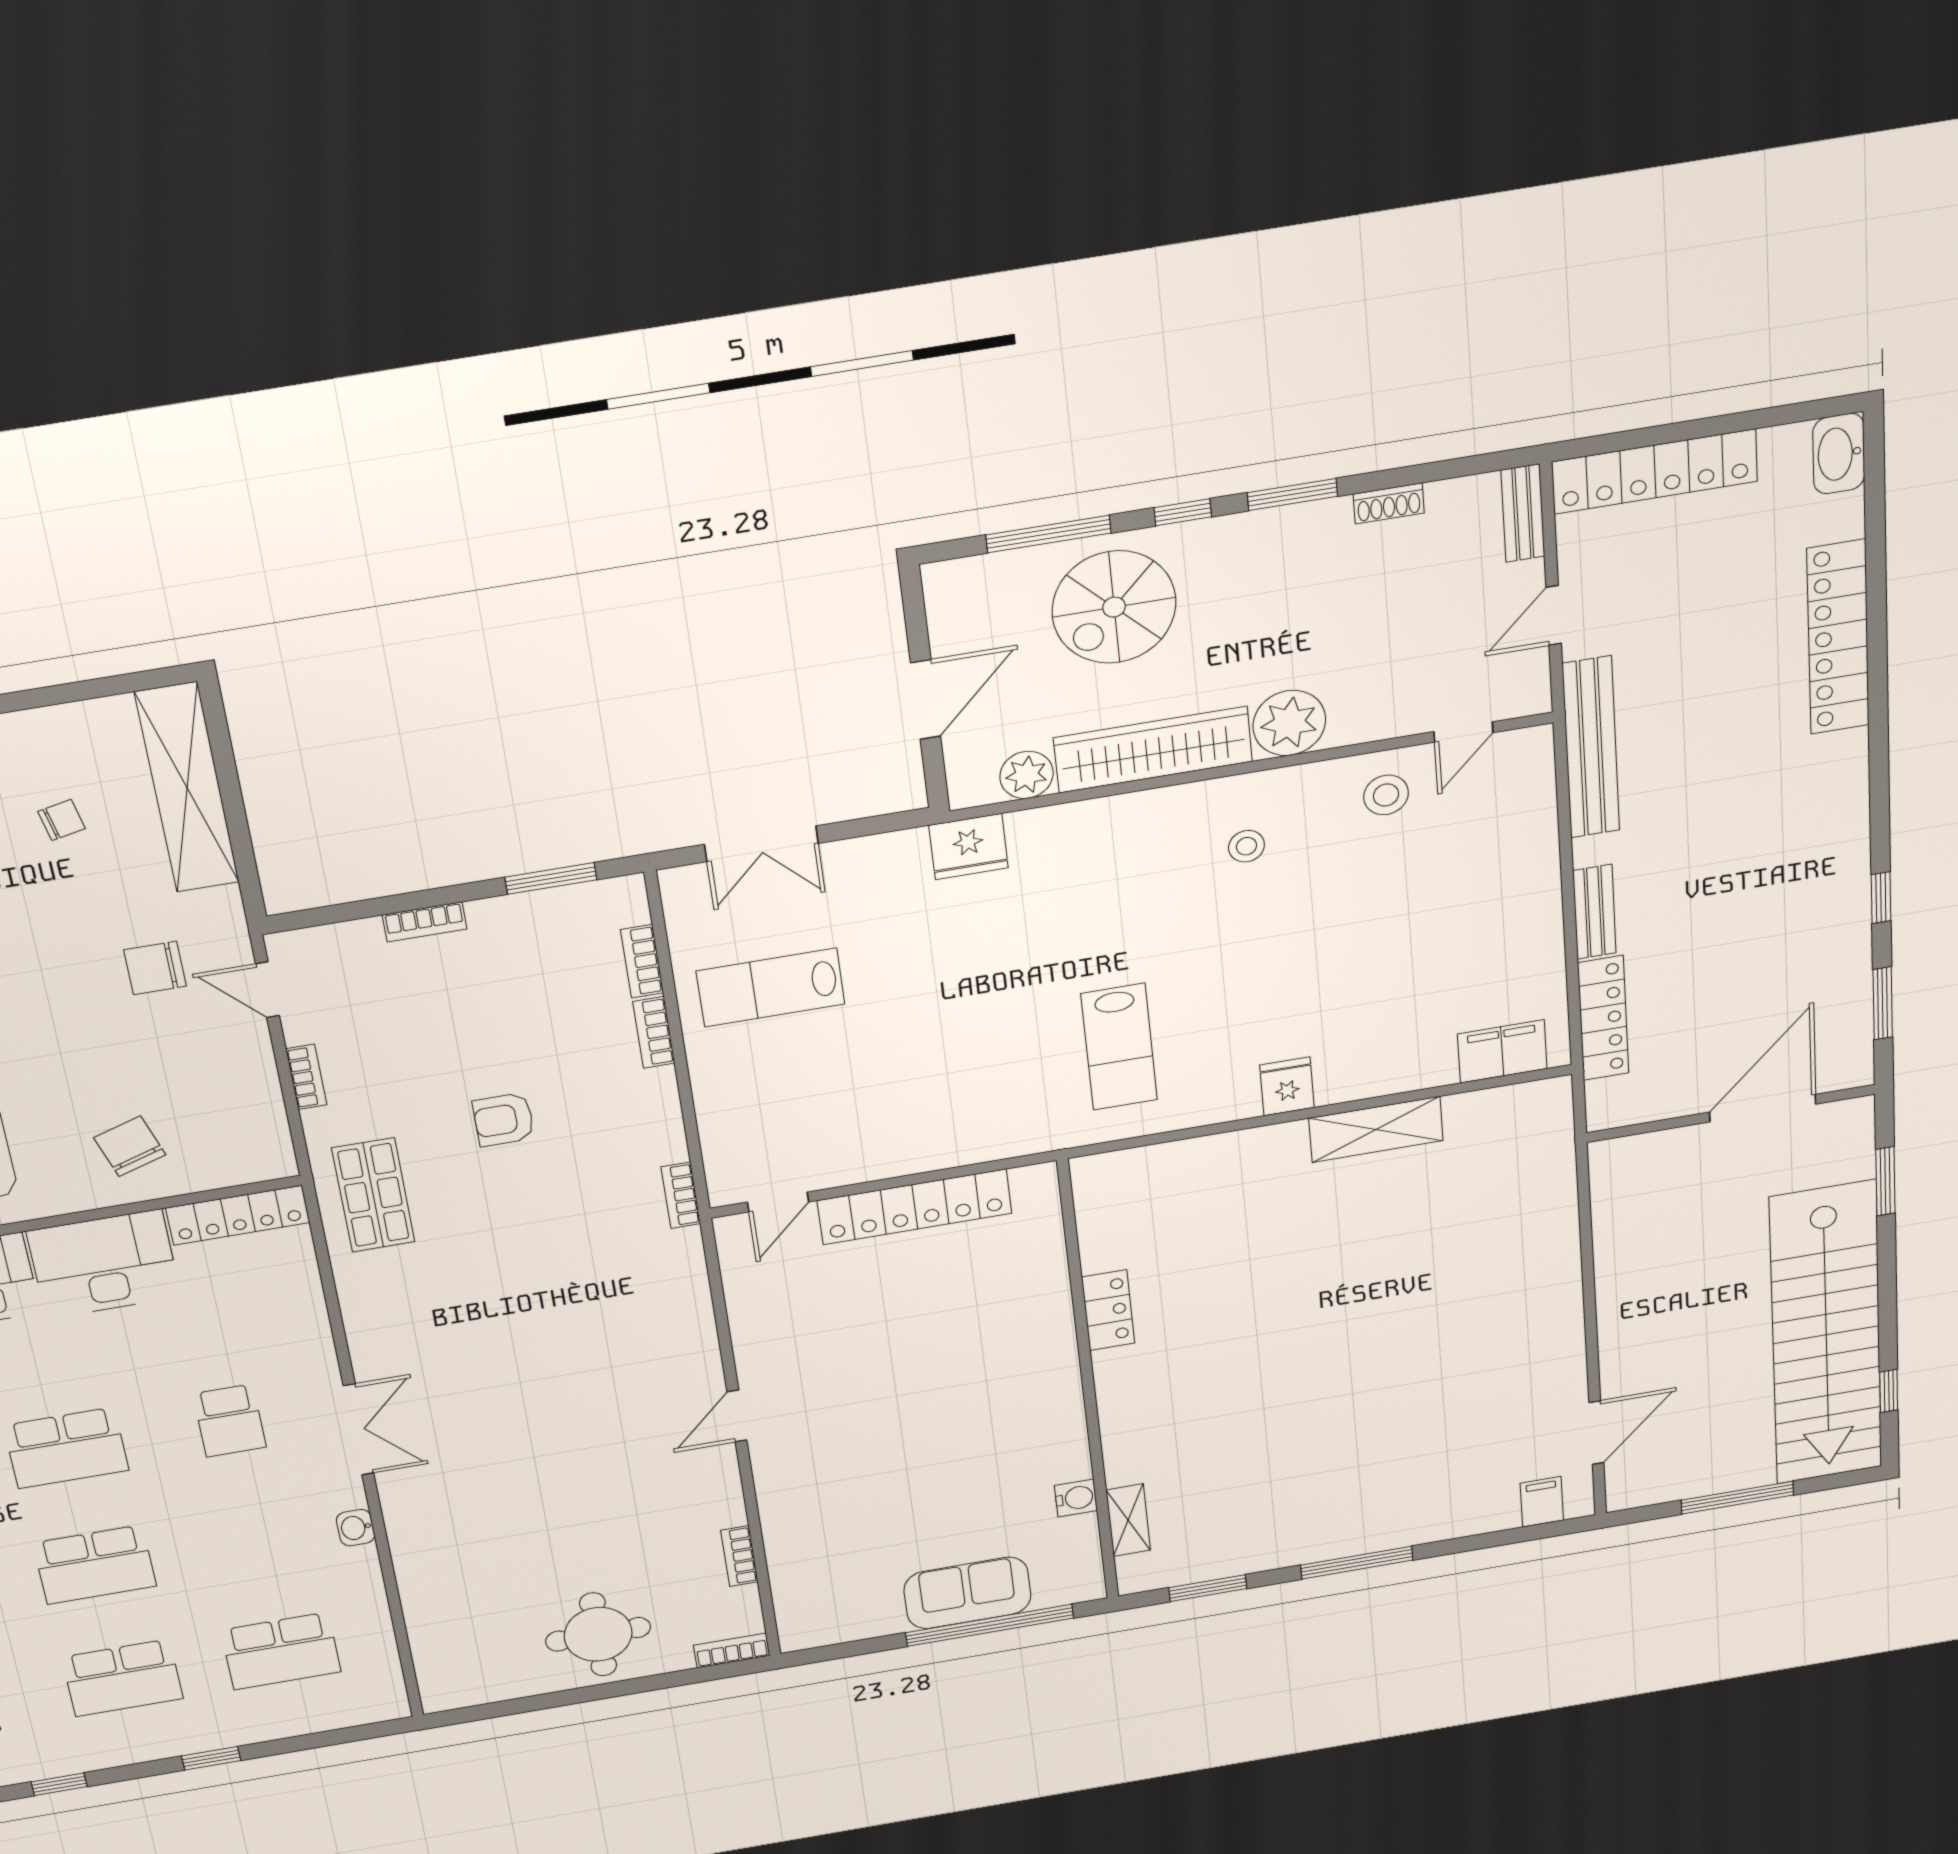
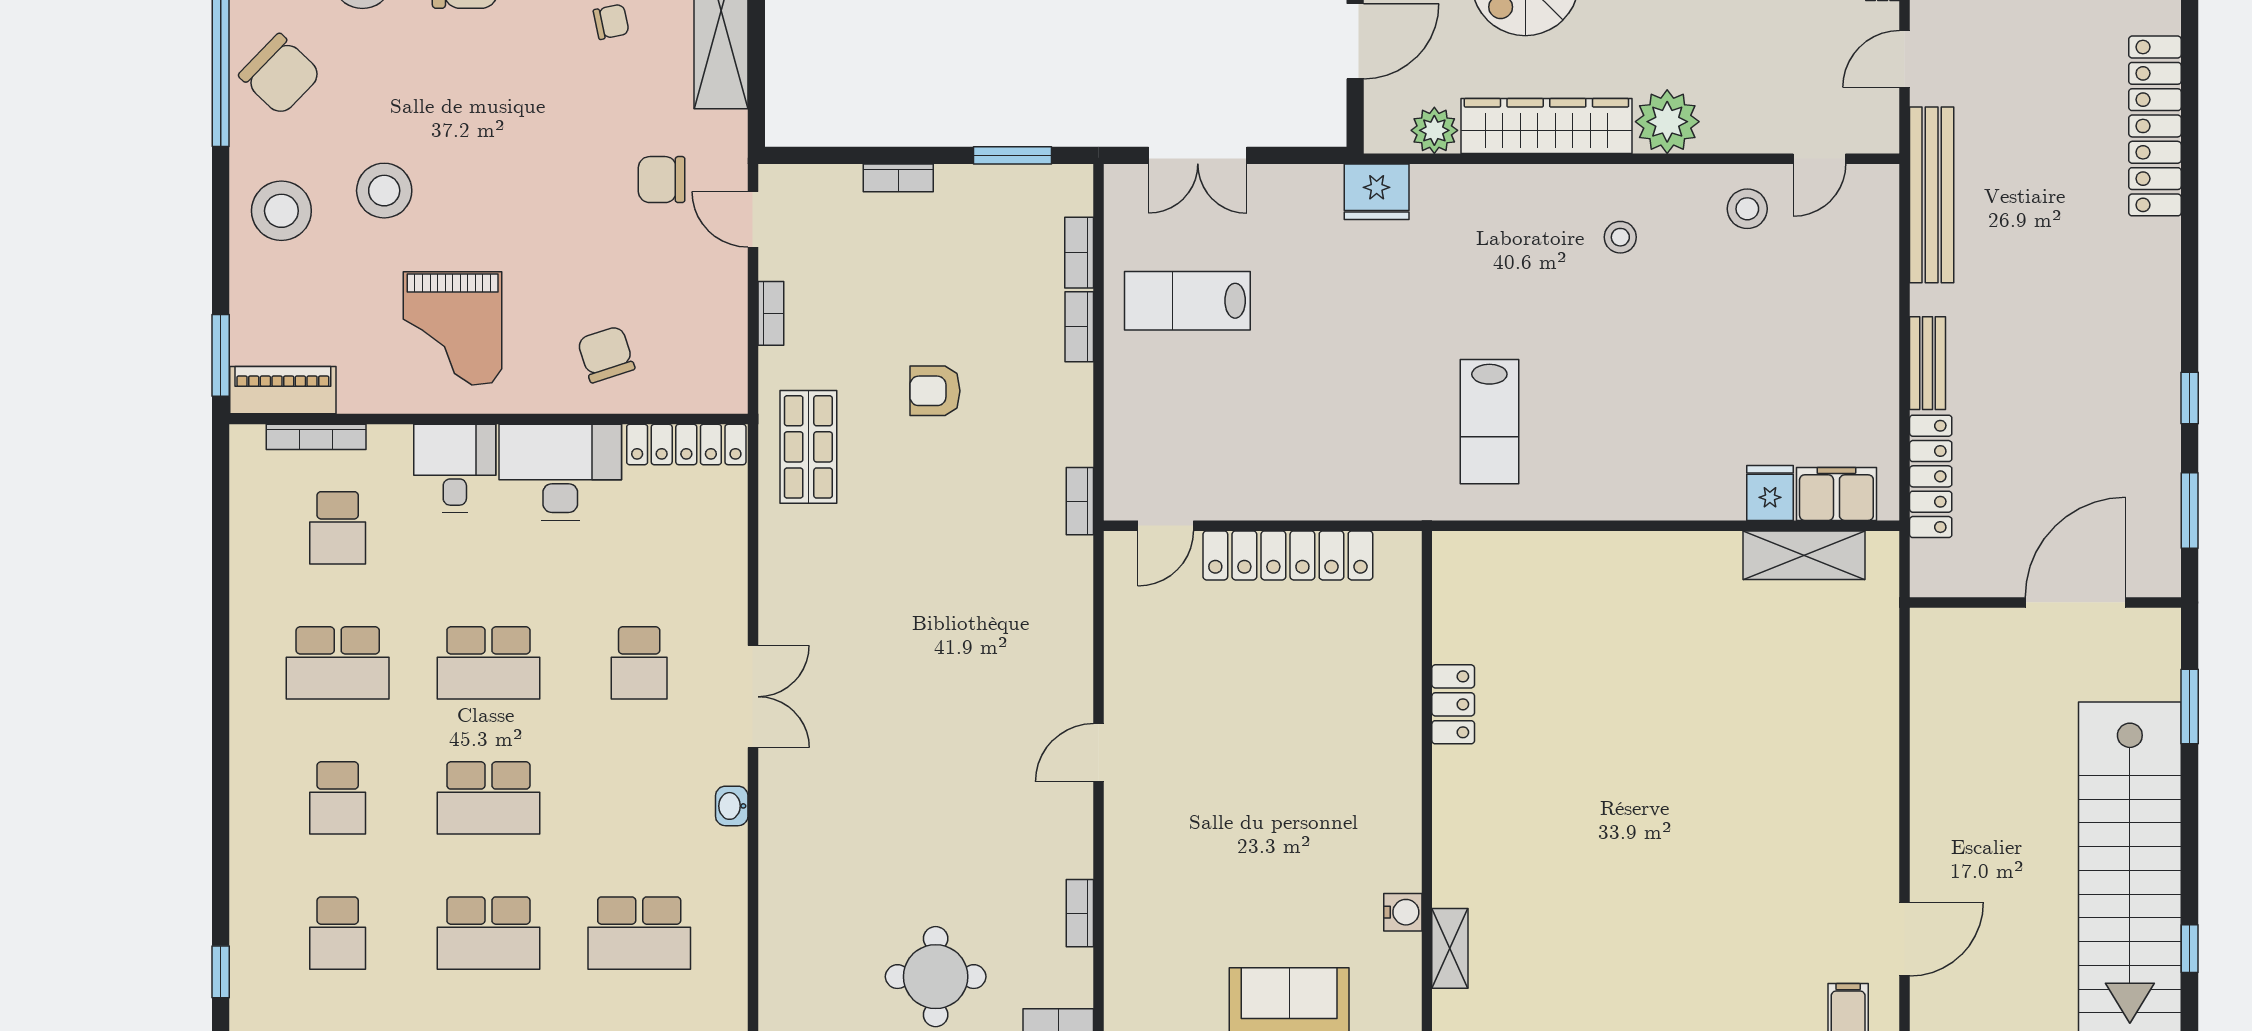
fridge: (1287, 1086) -> (1770, 493), moved
shelving: (1376, 1129) -> (1804, 555), moved

